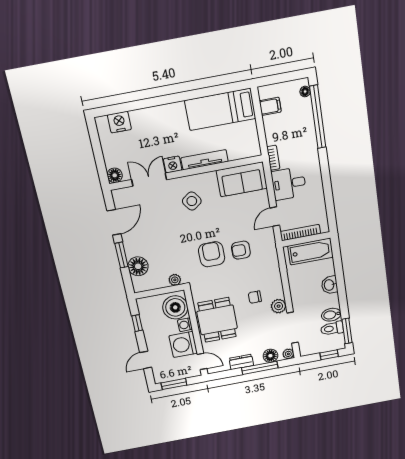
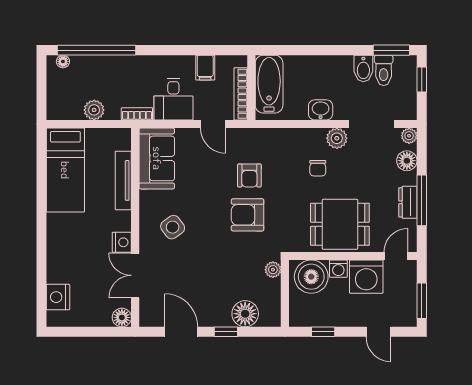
filing cabinet: (270, 106) -> (205, 68), moved, turned 180
plant: (271, 124) -> (94, 110), added
tv unit: (204, 160) -> (123, 180), moved
window: (121, 255) -> (226, 332), width x0.67
washbasin: (329, 285) -> (321, 110), moved, turned 180
window: (260, 368) -> (422, 200), moved

